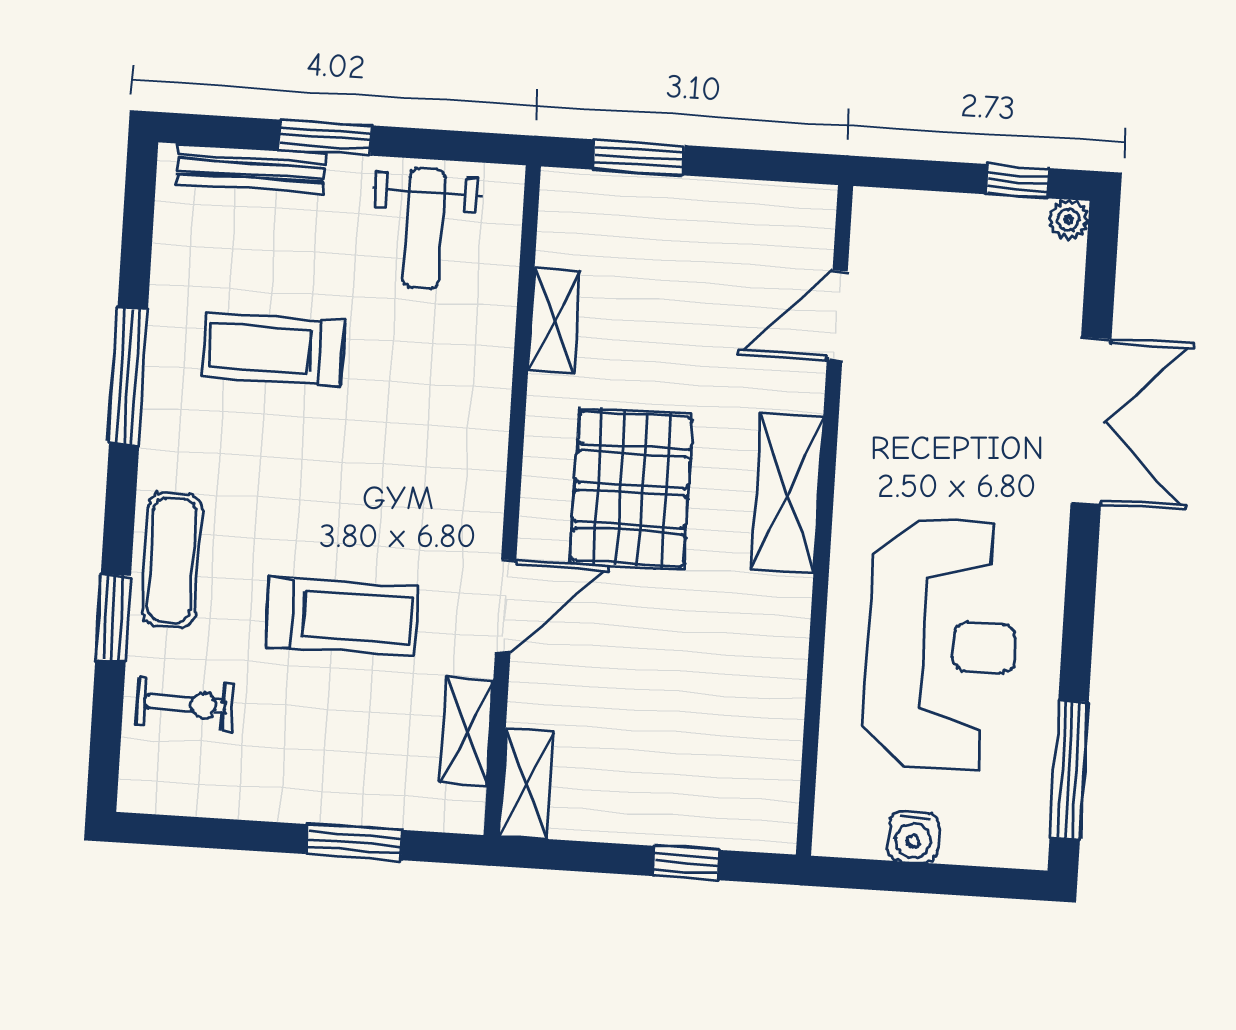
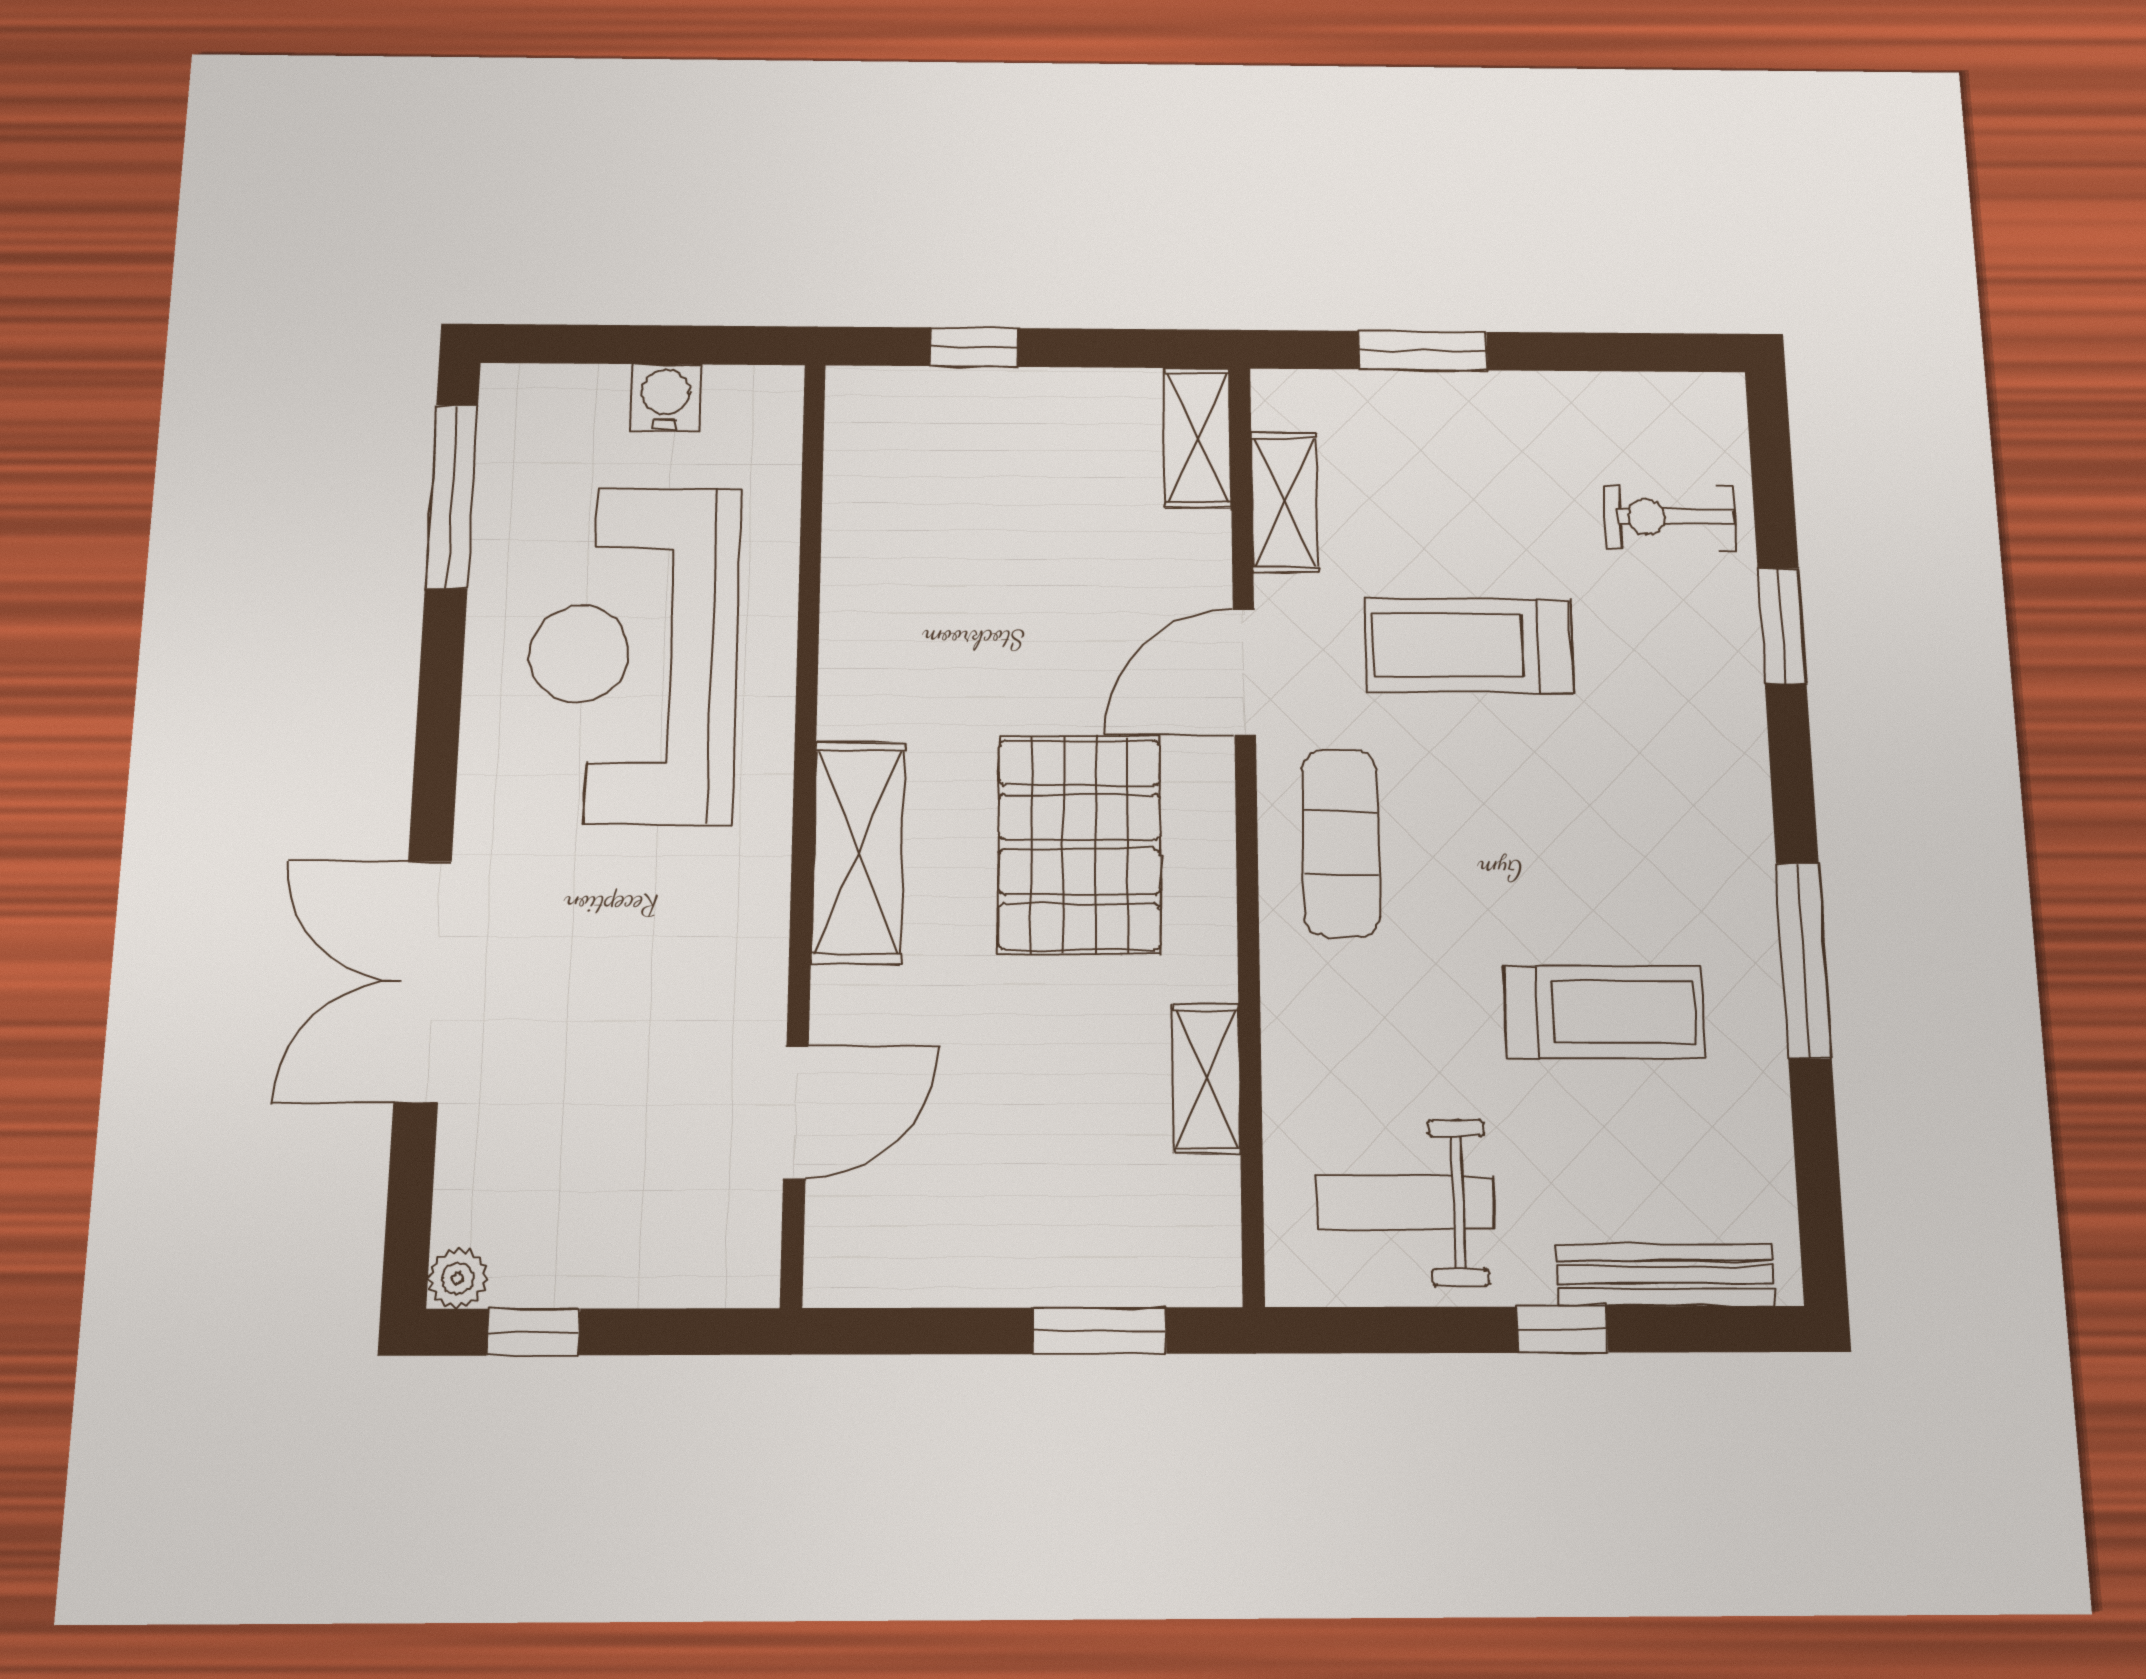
window: (325, 138) -> (1562, 1330), width x0.67
weight bench: (424, 229) -> (1405, 1202), turned -90
exercise mat: (172, 560) -> (1341, 843), moved

